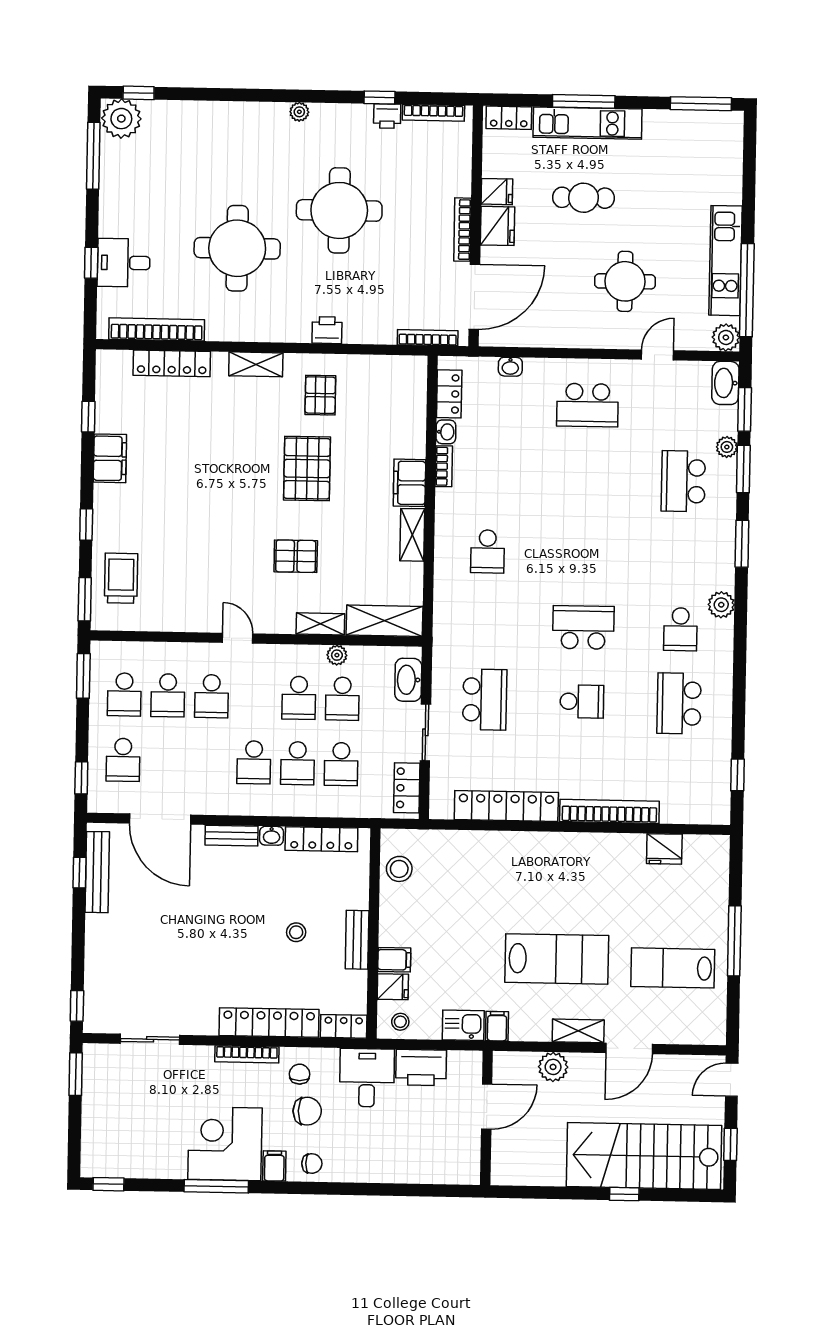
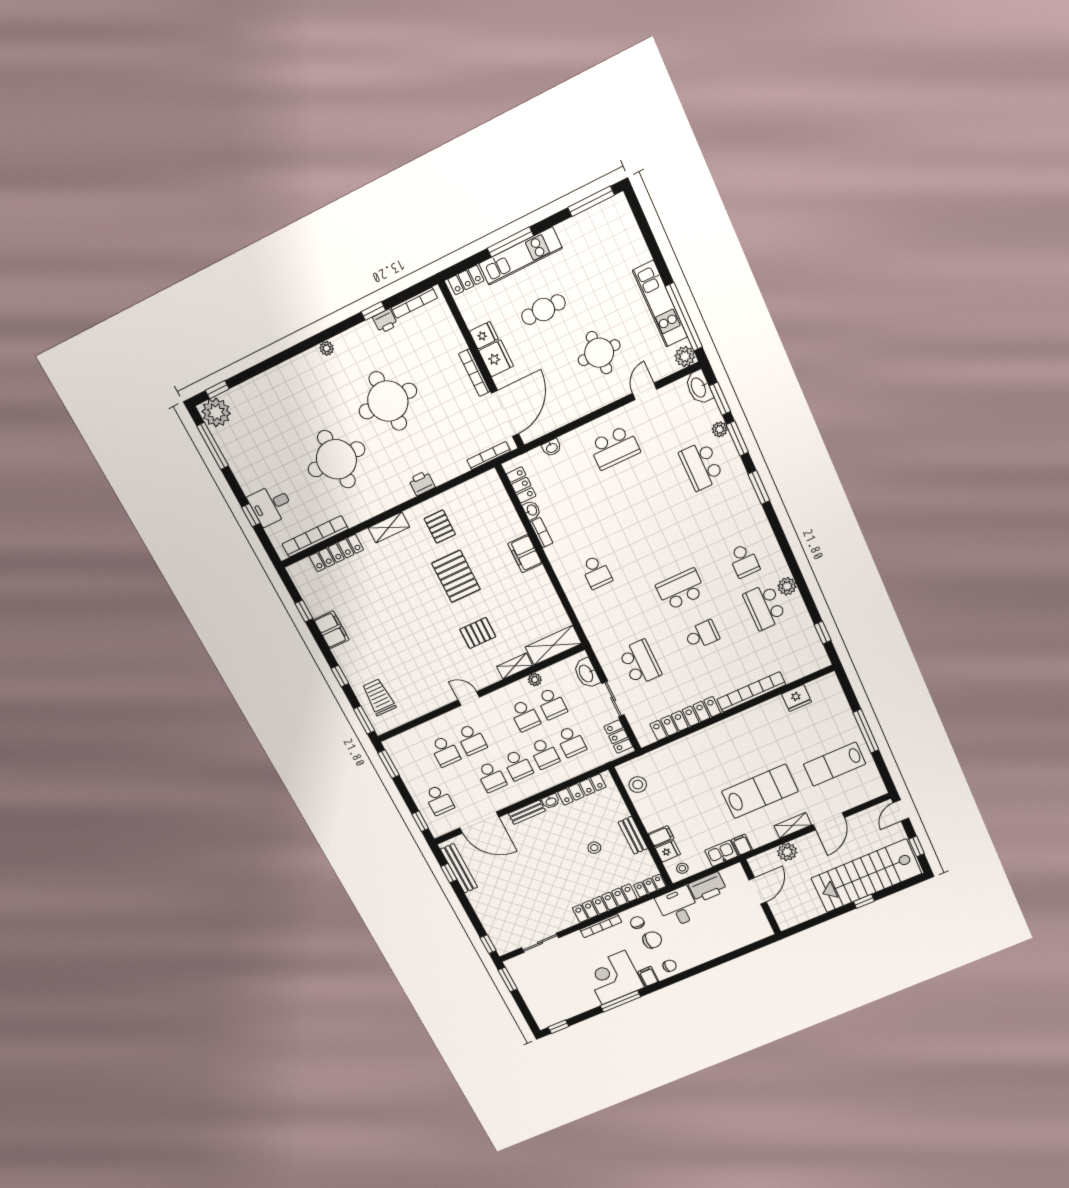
shelving: (412, 535) -> (544, 585), removed
plant: (721, 605) -> (787, 586), moved
school desk: (124, 694) -> (491, 777), moved

